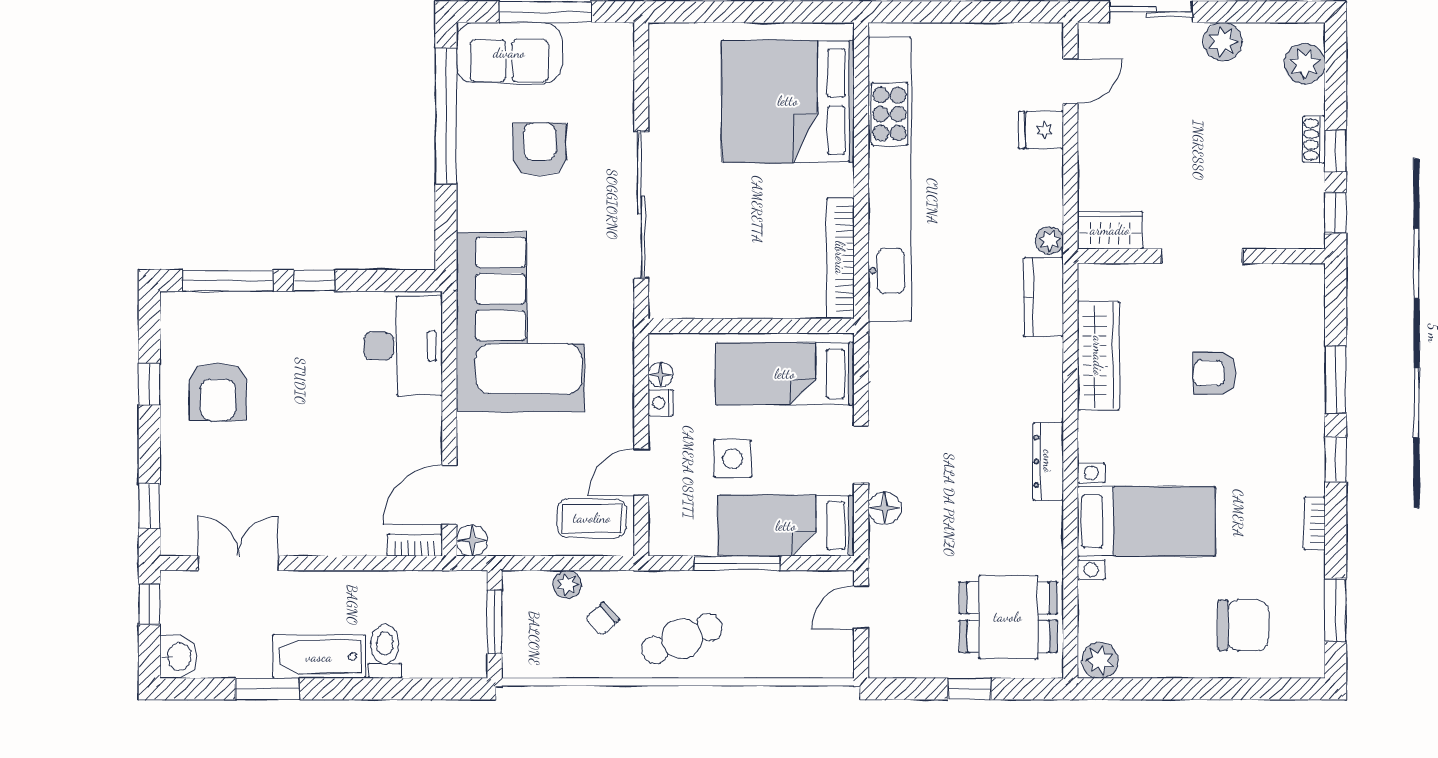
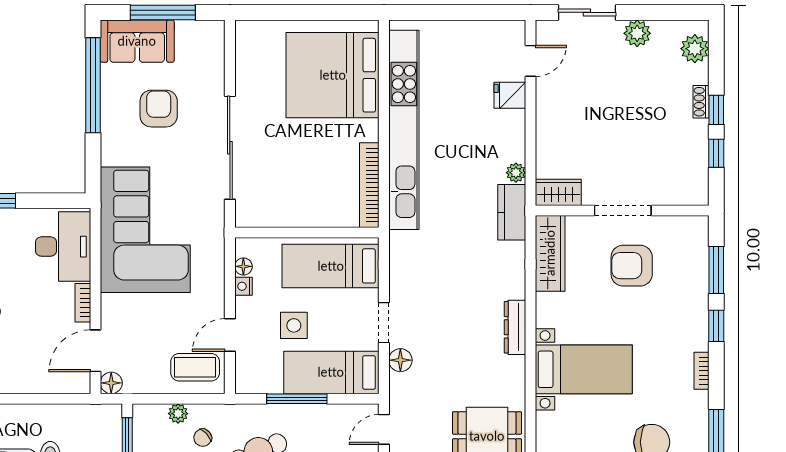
wardrobe: (1110, 230) -> (558, 192), moved
wall: (1201, 256) -> (622, 210), moved
doorway: (1202, 256) -> (623, 210), moved
armchair: (1215, 373) -> (632, 266), width x1.38, depth x1.38
bookcase: (415, 545) -> (83, 303), moved, turned -90

